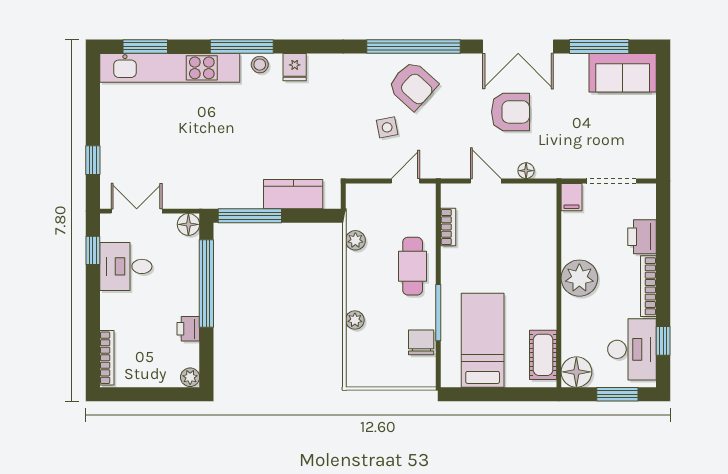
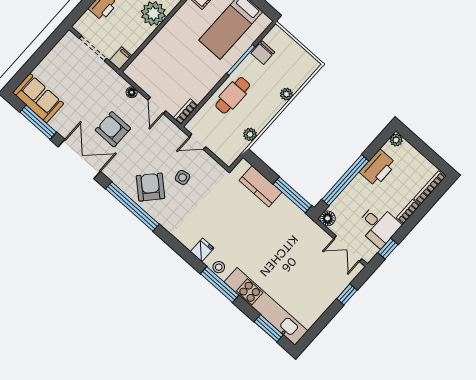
bookcase: (448, 227) -> (186, 112), moved
bookcase: (107, 310) -> (408, 212), added
printer: (188, 329) -> (378, 168), width x1.87, depth x1.48

